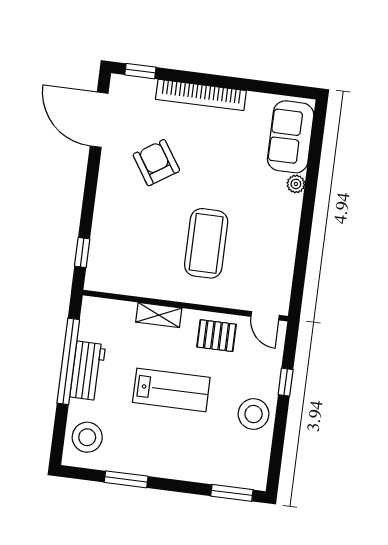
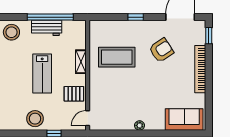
plant: (296, 184) -> (140, 125), moved
coffee table: (206, 243) -> (117, 57), moved
window: (82, 252) -> (136, 17), moved
pallet: (217, 336) -> (74, 94), turned 90

